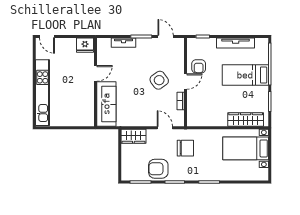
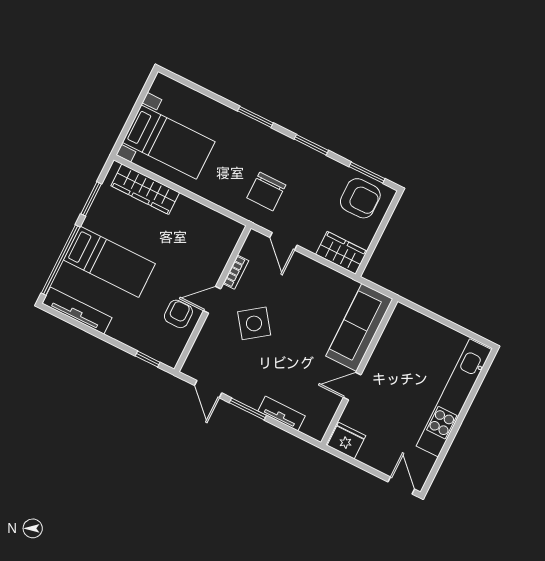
tv unit: (236, 43) -> (77, 311), moved
chair: (185, 148) -> (266, 191), turned -90
armchair: (158, 169) -> (360, 198), moved

